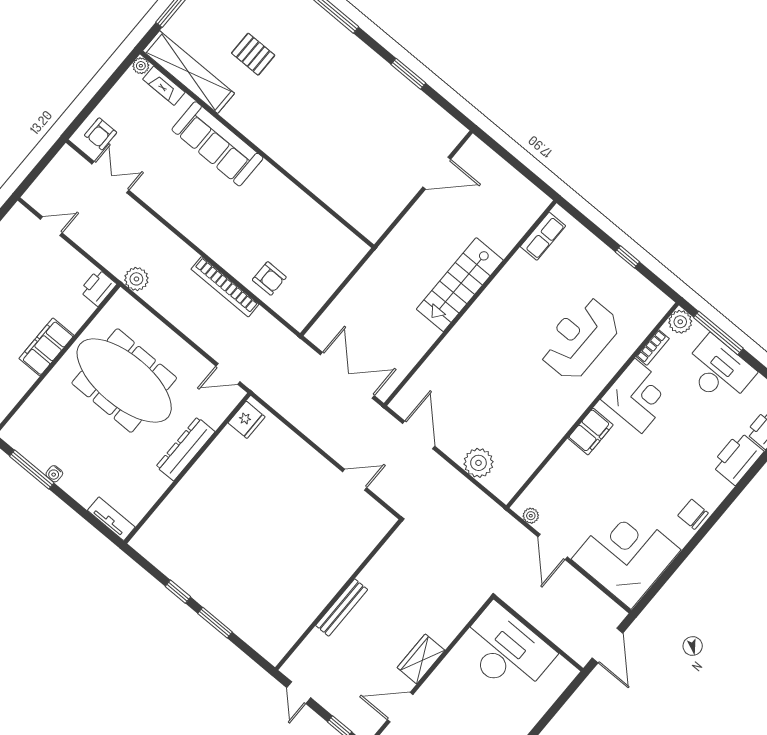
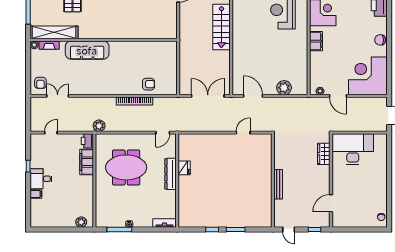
filing cabinet: (46, 347) -> (87, 162), moved
meeting table: (124, 381) -> (126, 167), width x0.73
fridge: (247, 420) -> (184, 168), moved
wardrobe: (421, 659) -> (324, 154), moved

